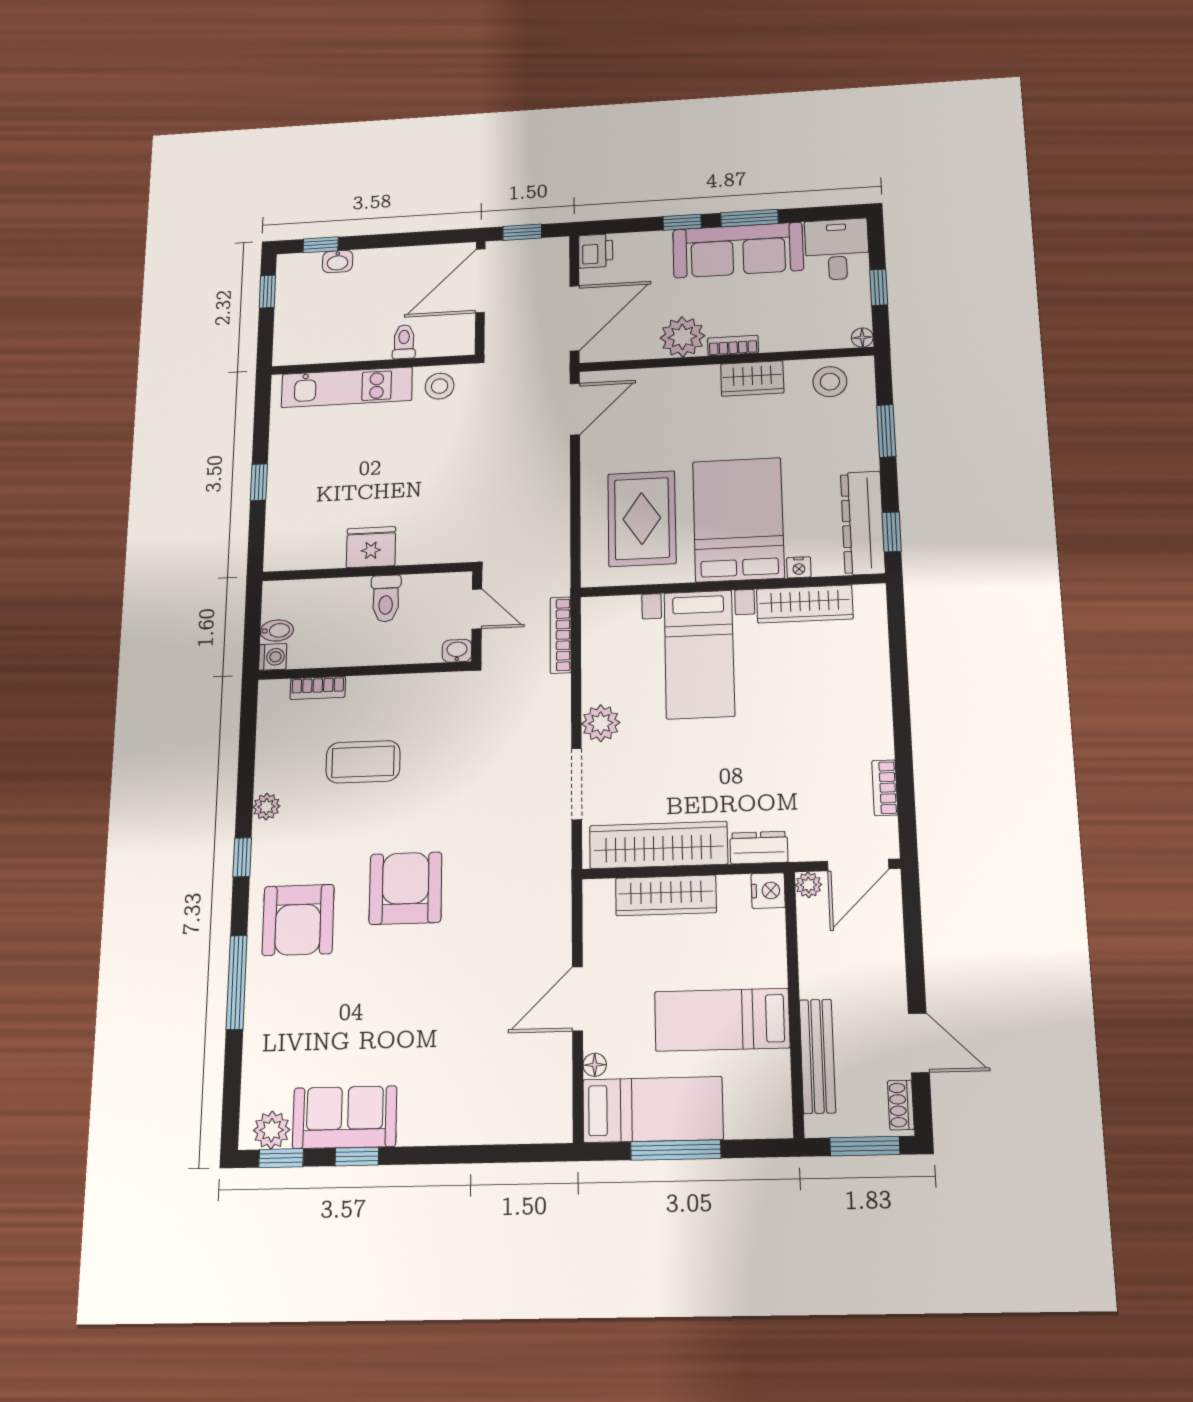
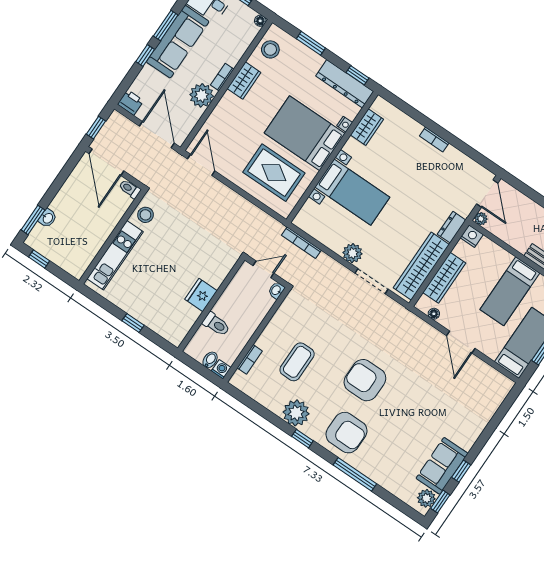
window: (321, 245) -> (33, 220), width x1.50
toilet: (404, 342) -> (130, 189), moved
toilet: (386, 598) -> (216, 324), moved
wardrobe: (805, 604) -> (367, 127), width x0.67
bookcase: (885, 788) -> (434, 139), moved
plant: (266, 807) -> (296, 413), width x1.87, depth x1.87
floor lamp: (595, 1065) -> (434, 314), moved

